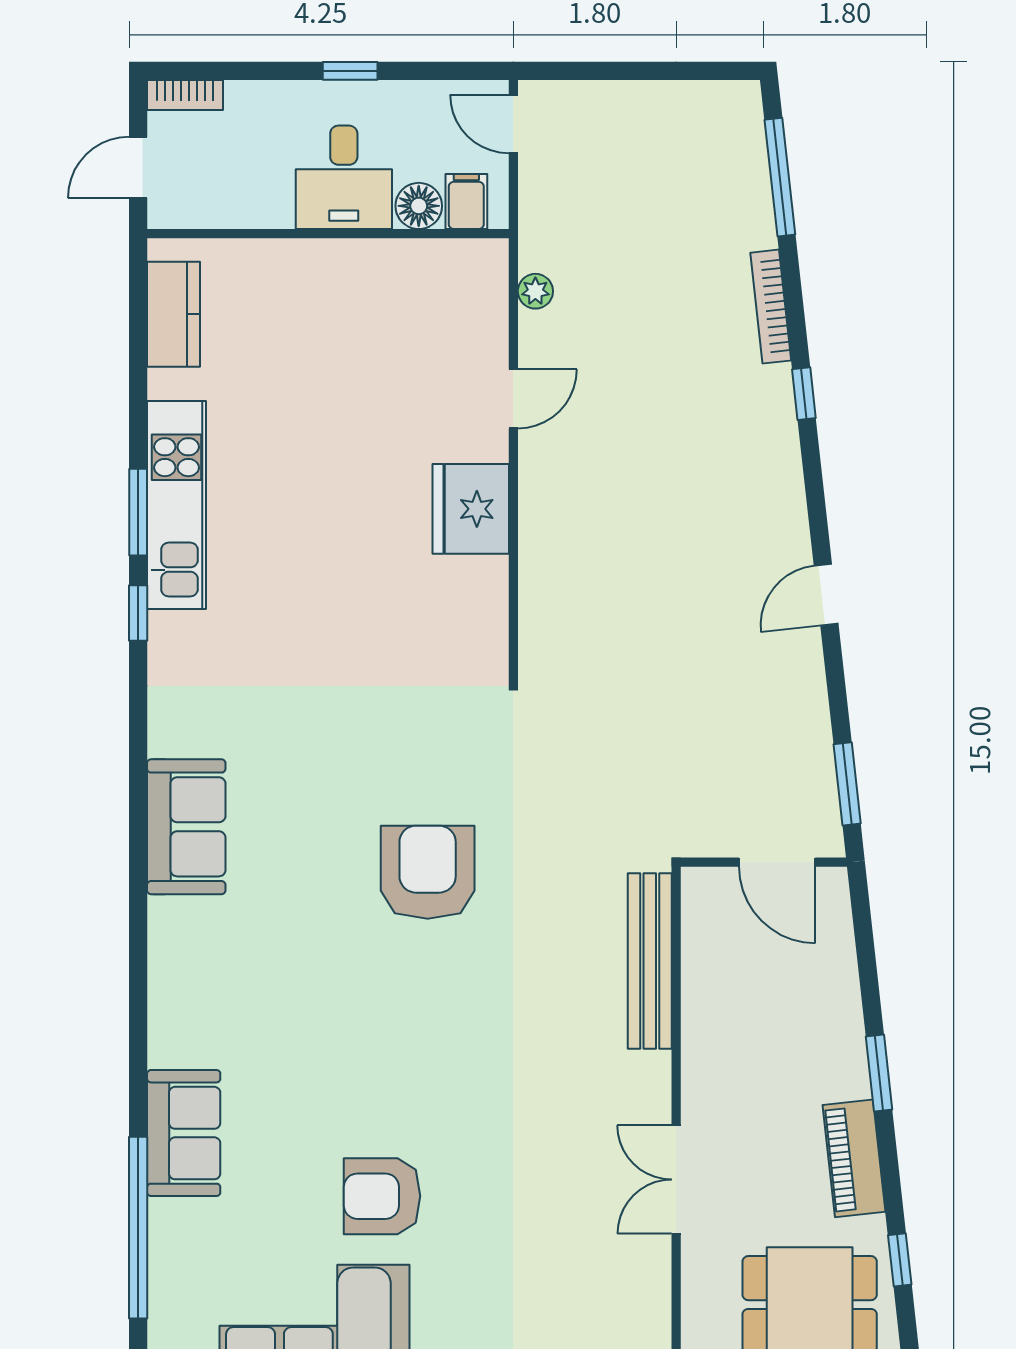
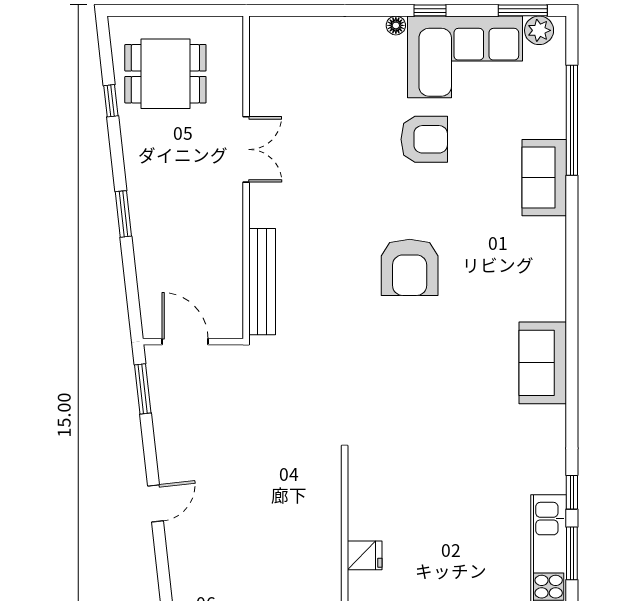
fridge: (471, 509) -> (365, 555), width x0.53, depth x0.75
armchair: (428, 872) -> (410, 267), moved
piano: (854, 1158) -> (139, 162), removed

